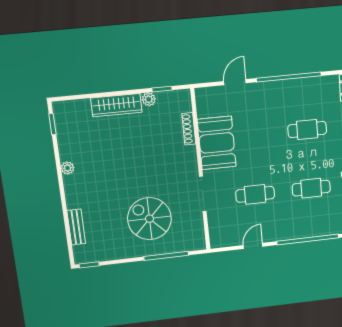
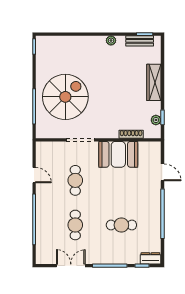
plant: (149, 99) -> (156, 120), moved
cafe table: (307, 130) -> (121, 225), turned 90
spiral stairs: (149, 219) -> (65, 97), width x1.37, depth x1.37
bench: (76, 227) -> (140, 41), moved

